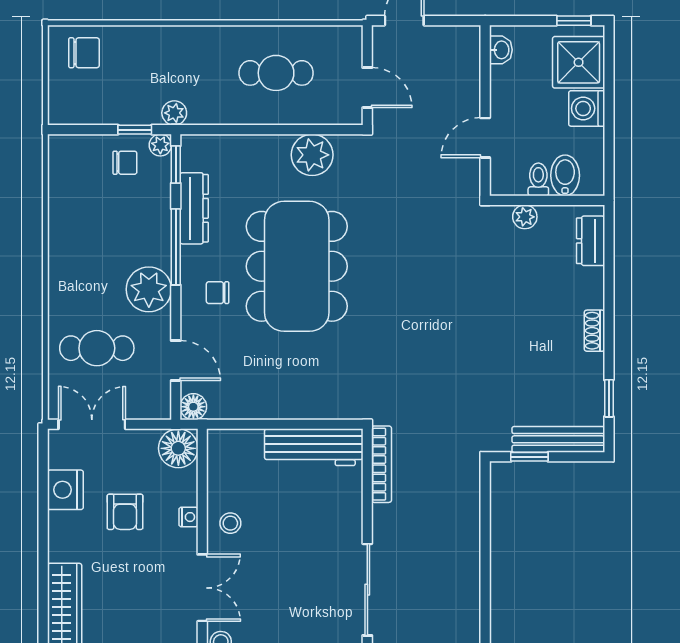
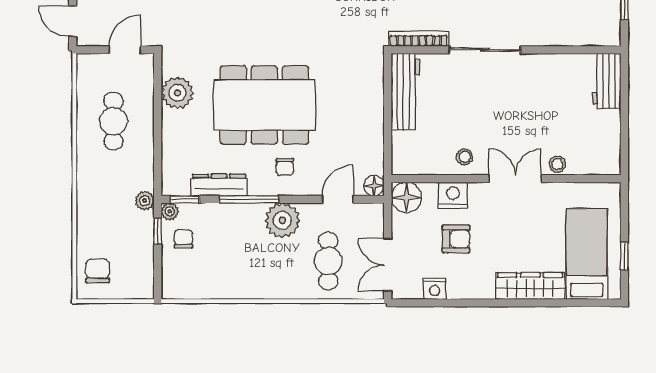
nightstand: (65, 490) -> (435, 289), width x0.74, depth x0.75
nightstand: (188, 517) -> (453, 195), width x1.89, depth x1.79
sliding door: (367, 590) -> (485, 50), moved

